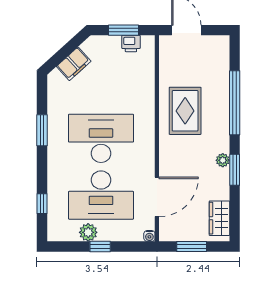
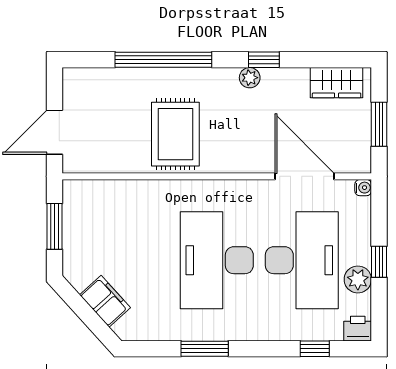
printer: (131, 44) -> (358, 329), moved, turned -90
rug: (185, 111) -> (175, 134), turned 90
window: (235, 170) -> (264, 60), width x0.67

